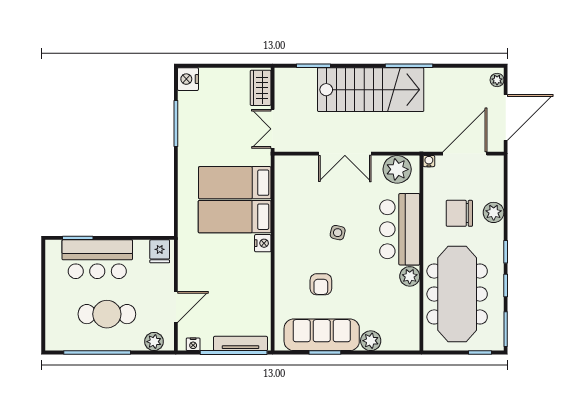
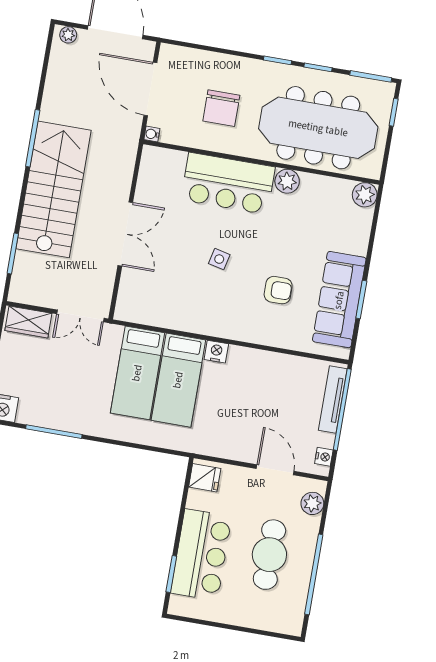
plant: (397, 169) -> (155, 174), removed
plant: (494, 212) -> (227, 67), removed
plant: (371, 341) -> (365, 195), moved

